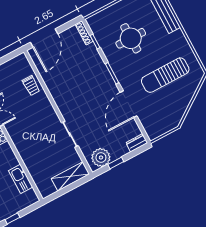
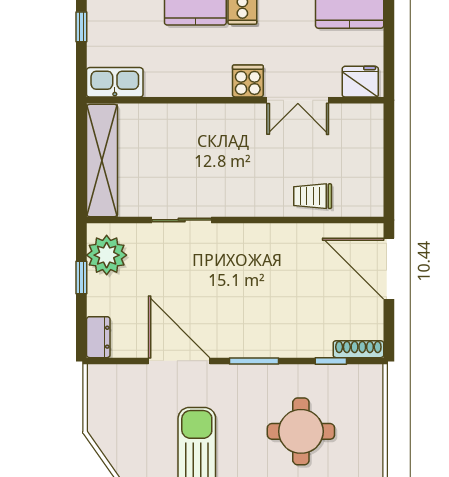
shelving: (70, 176) -> (102, 161), width x1.47
kitchen sink: (21, 179) -> (115, 82), moved

